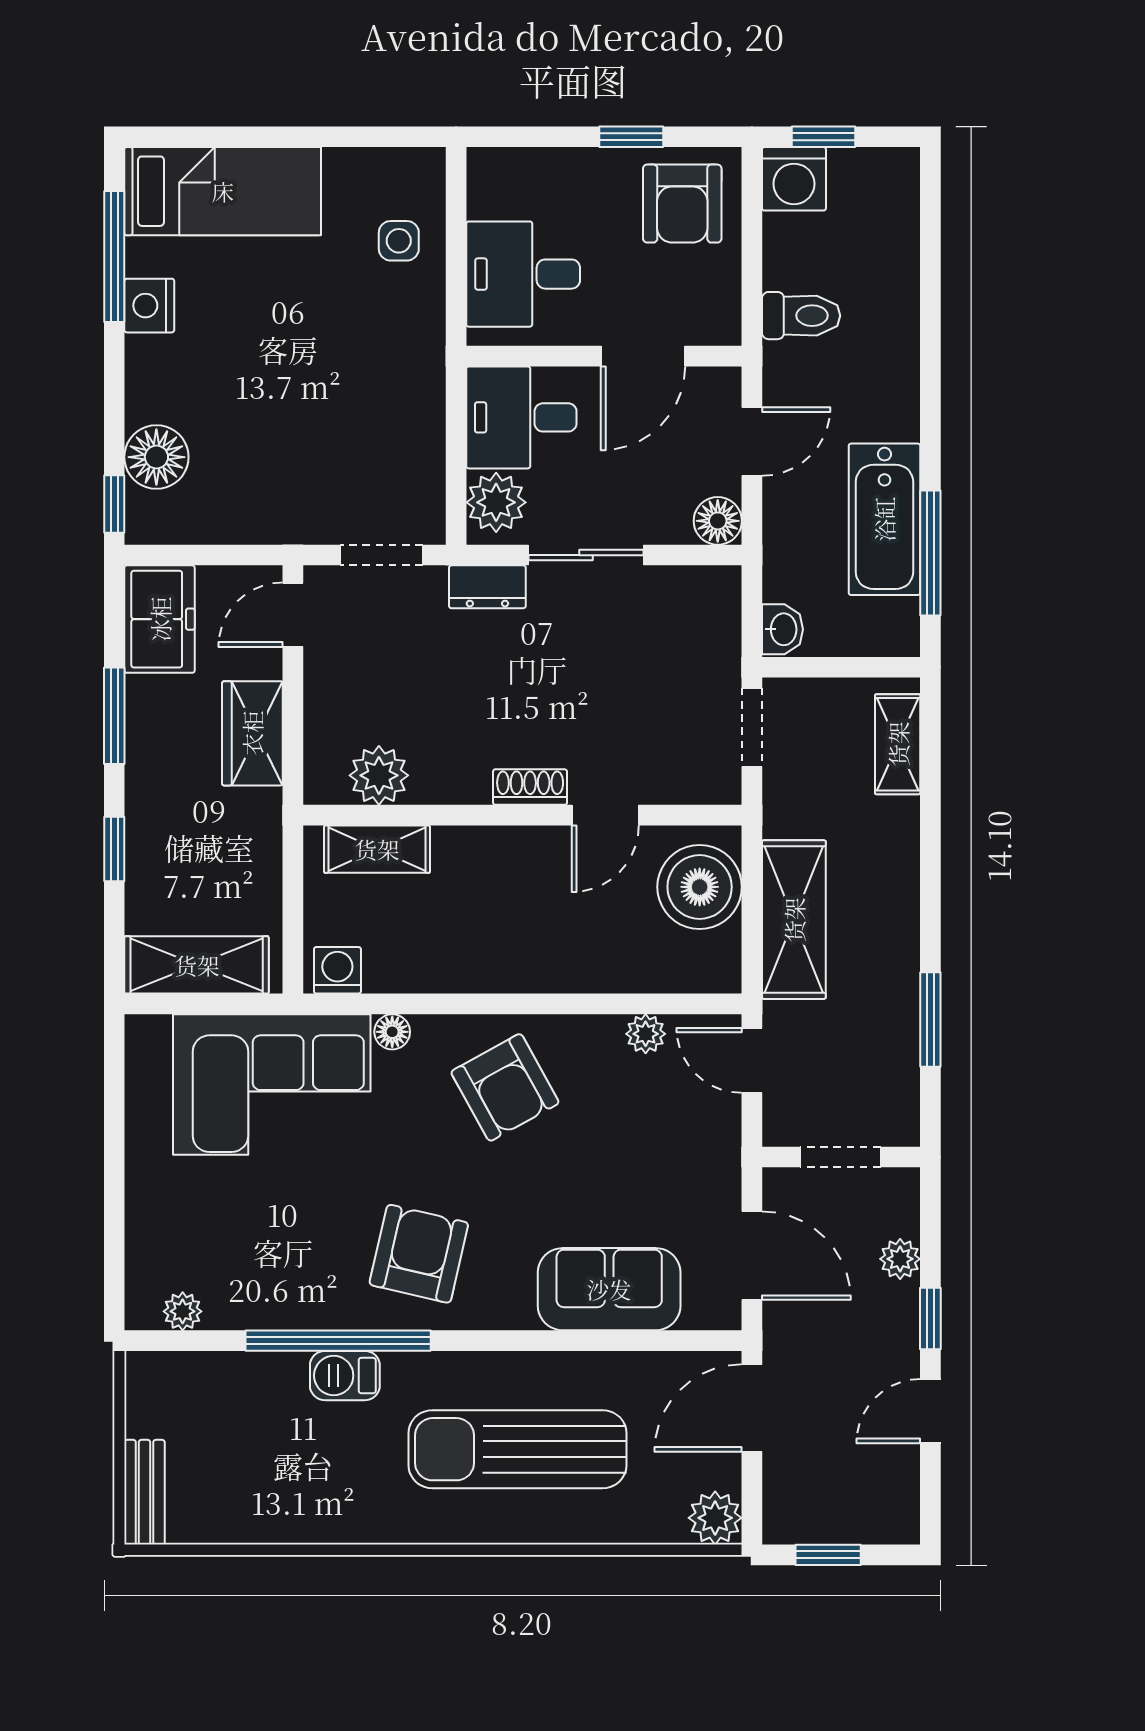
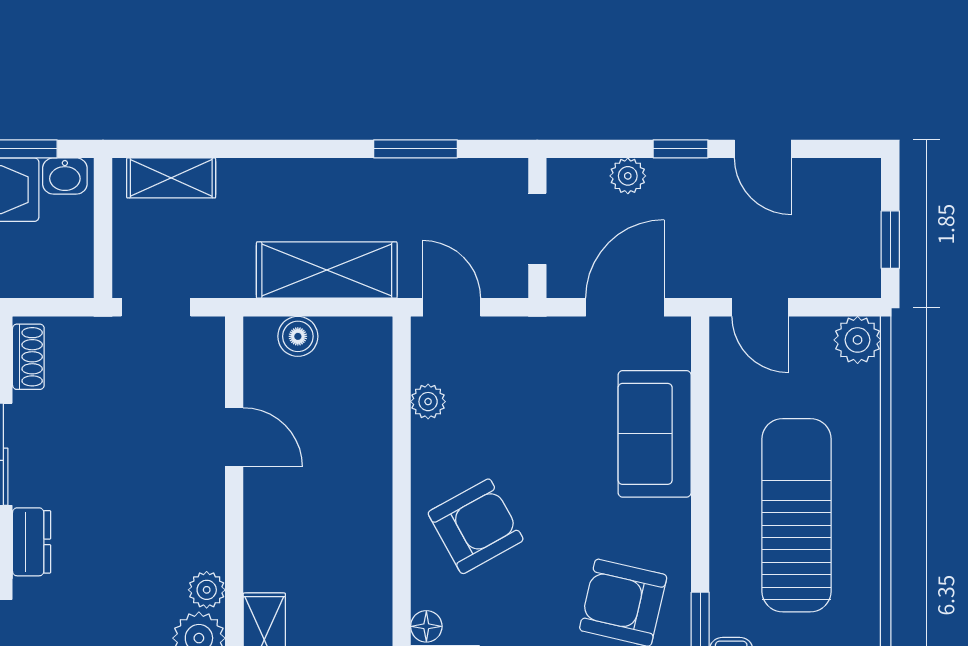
washbasin: (782, 629) -> (65, 176), moved, turned 180
plant: (433, 784) -> (207, 590), added
shoe rack: (530, 787) -> (28, 357), moved, turned 180
boiler: (700, 887) -> (298, 336), width x0.54, depth x0.54
door: (752, 1060) -> (452, 307), swing flipped
door: (752, 1408) -> (760, 307), width x0.73
sun lounger: (517, 1449) -> (797, 515), turned 180

